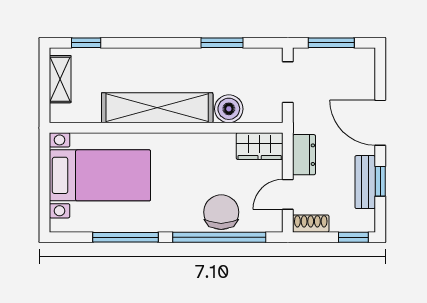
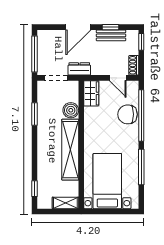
window: (331, 43) -> (34, 54), width x1.44
shelving: (60, 79) -> (65, 203), moved
dresser: (304, 155) -> (79, 69), moved

